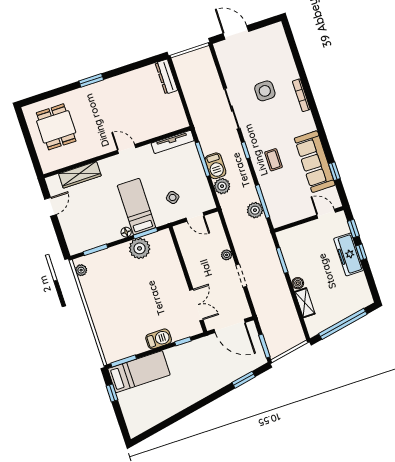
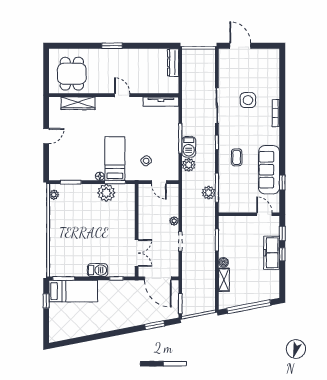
tv unit: (173, 142) -> (161, 102), moved
door: (127, 149) -> (122, 95), moved
wall: (117, 152) -> (114, 95), moved
wardrobe: (80, 175) -> (78, 103), moved

